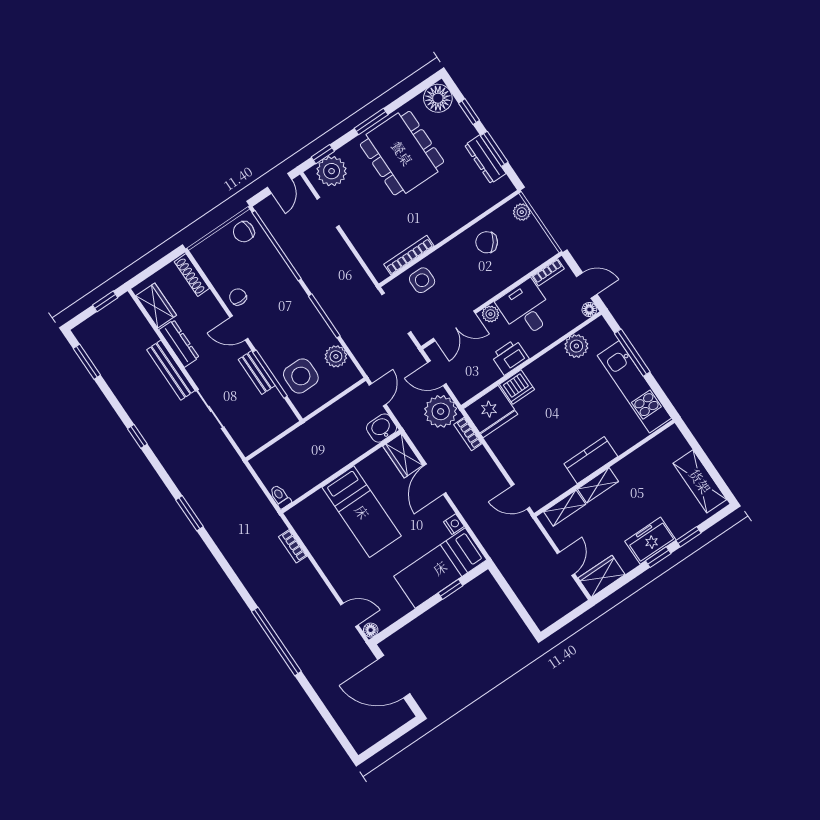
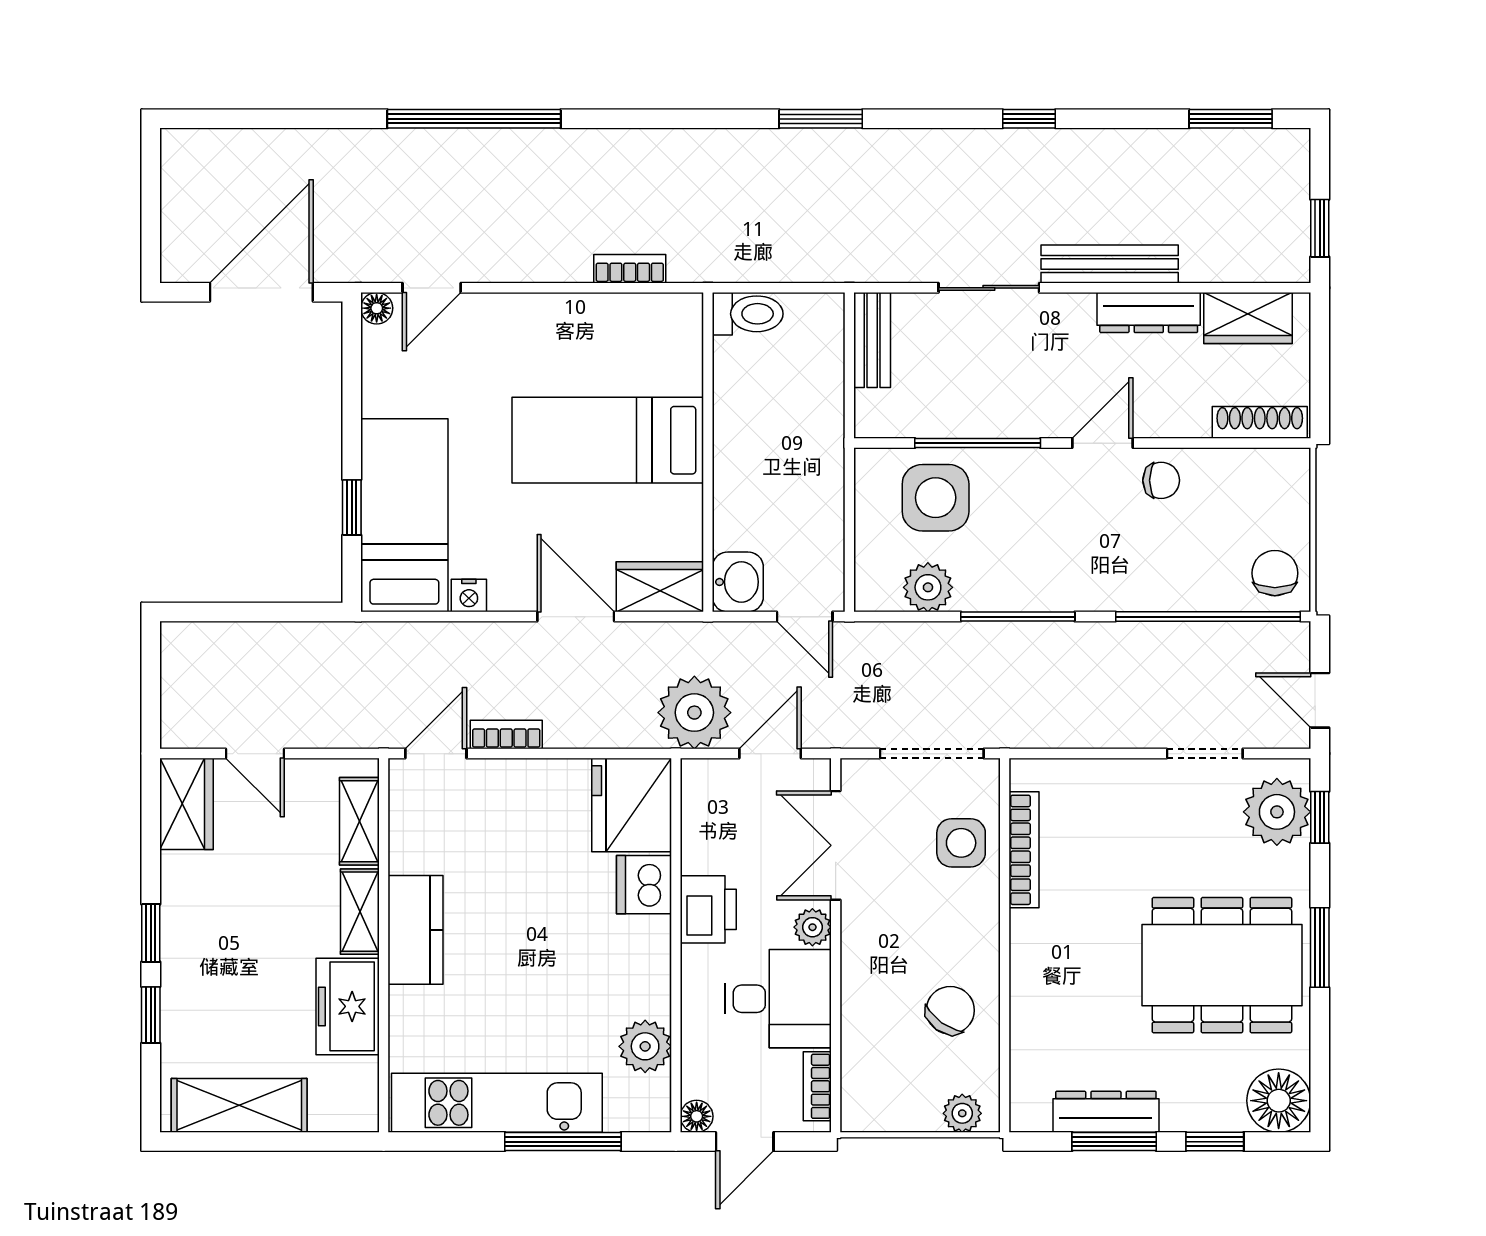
bench: (257, 373) -> (872, 340), moved, turned 90
bookcase: (468, 434) -> (506, 735), moved
toilet: (280, 497) -> (748, 314), width x1.37, depth x1.39
freezer: (650, 541) -> (348, 1006), moved, turned 180

